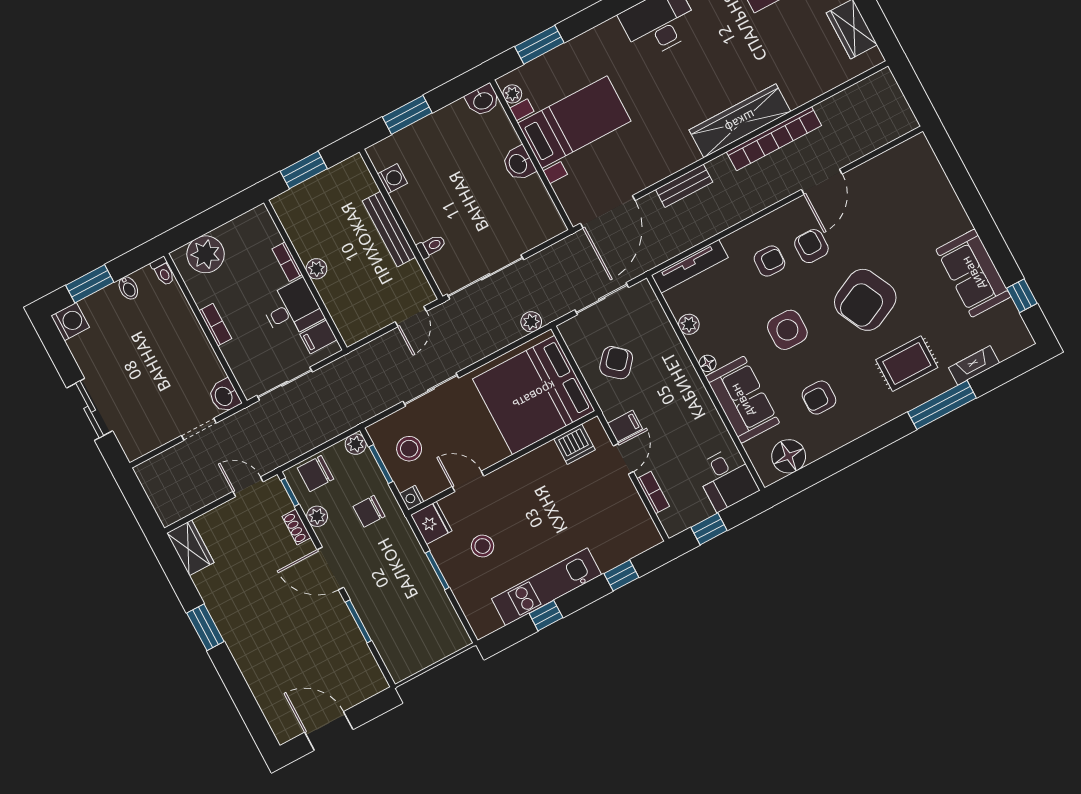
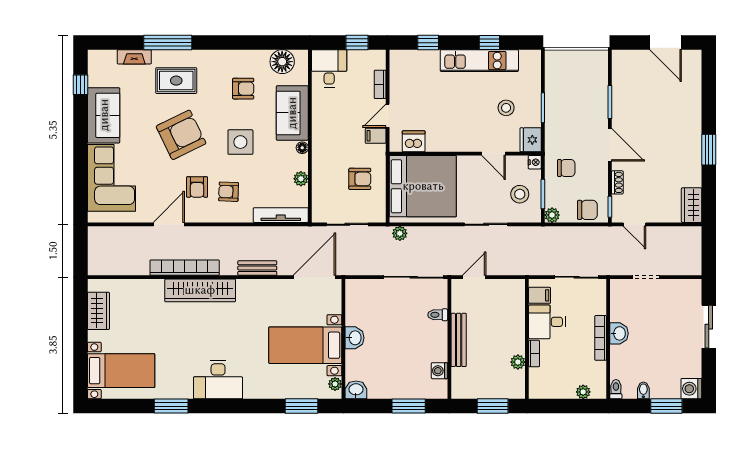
corner sofa: (923, 201) -> (111, 178), added
plant: (206, 254) -> (583, 392), width x0.53, depth x0.53
plant: (316, 269) -> (518, 362), moved
bookcase: (215, 325) -> (601, 338), width x1.56
armchair: (616, 363) -> (360, 179), turned -131
washbasin: (224, 396) -> (619, 333), moved
plant: (317, 516) -> (601, 182), removed

